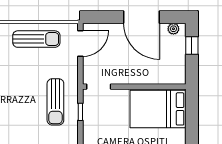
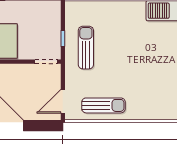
sun lounger: (36, 39) -> (103, 105), turned 180

